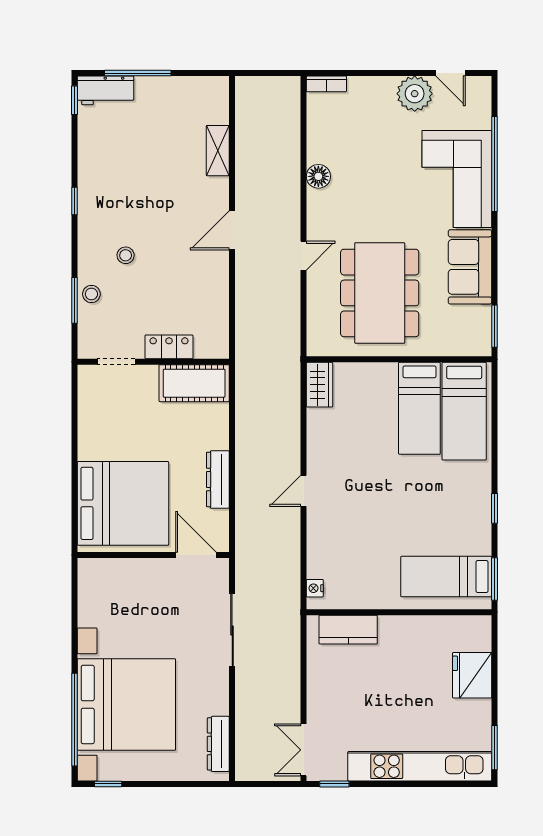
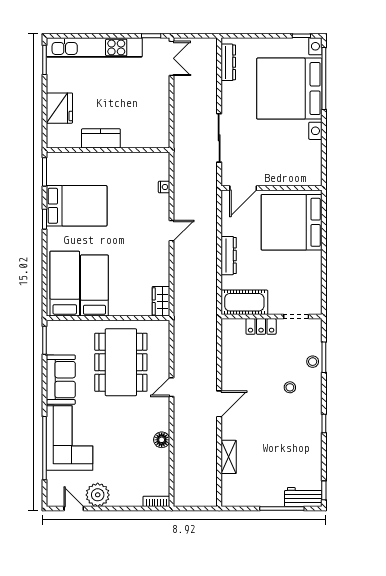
dresser: (218, 479) -> (229, 256), moved
door: (196, 555) -> (243, 188), hinge flipped
bed: (446, 577) -> (77, 206), moved, width x1.50
nightstand: (315, 588) -> (164, 187), moved
kitchen counter: (348, 630) -> (101, 138), moved

